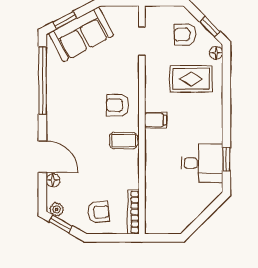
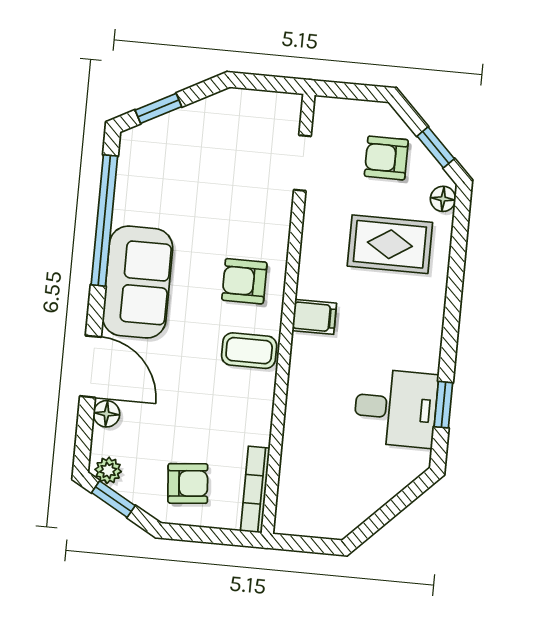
sofa: (81, 34) -> (138, 282), moved, turned -62

